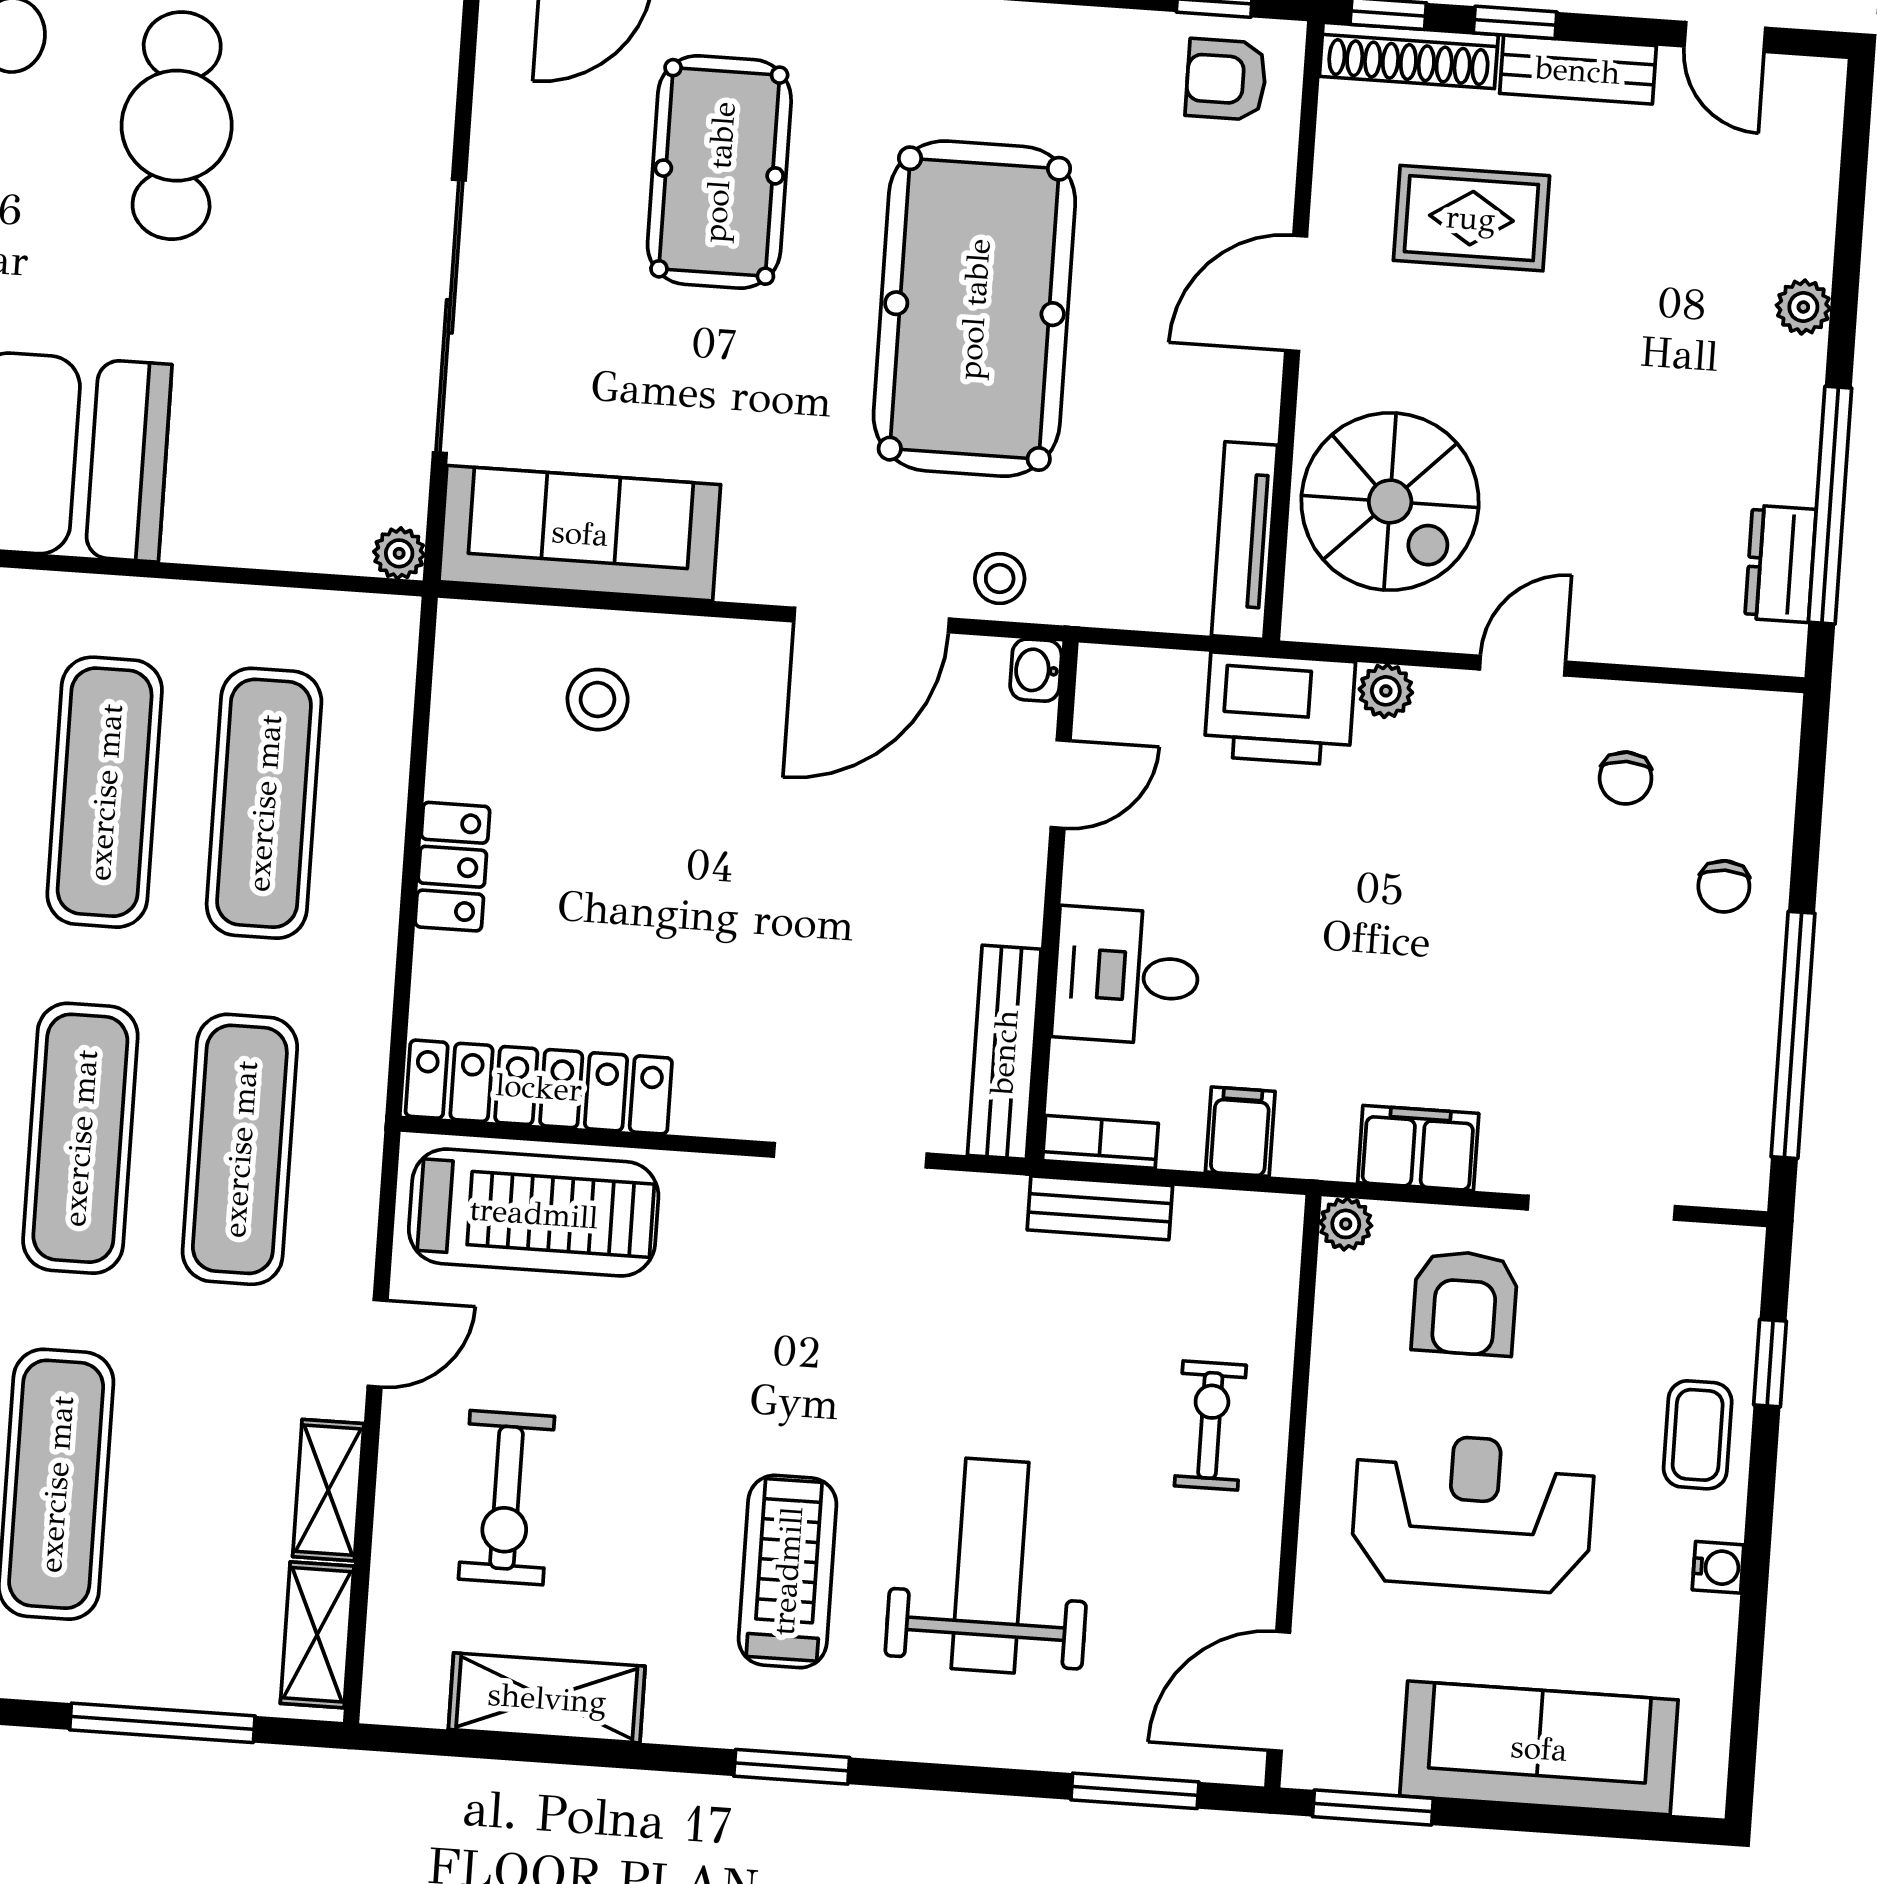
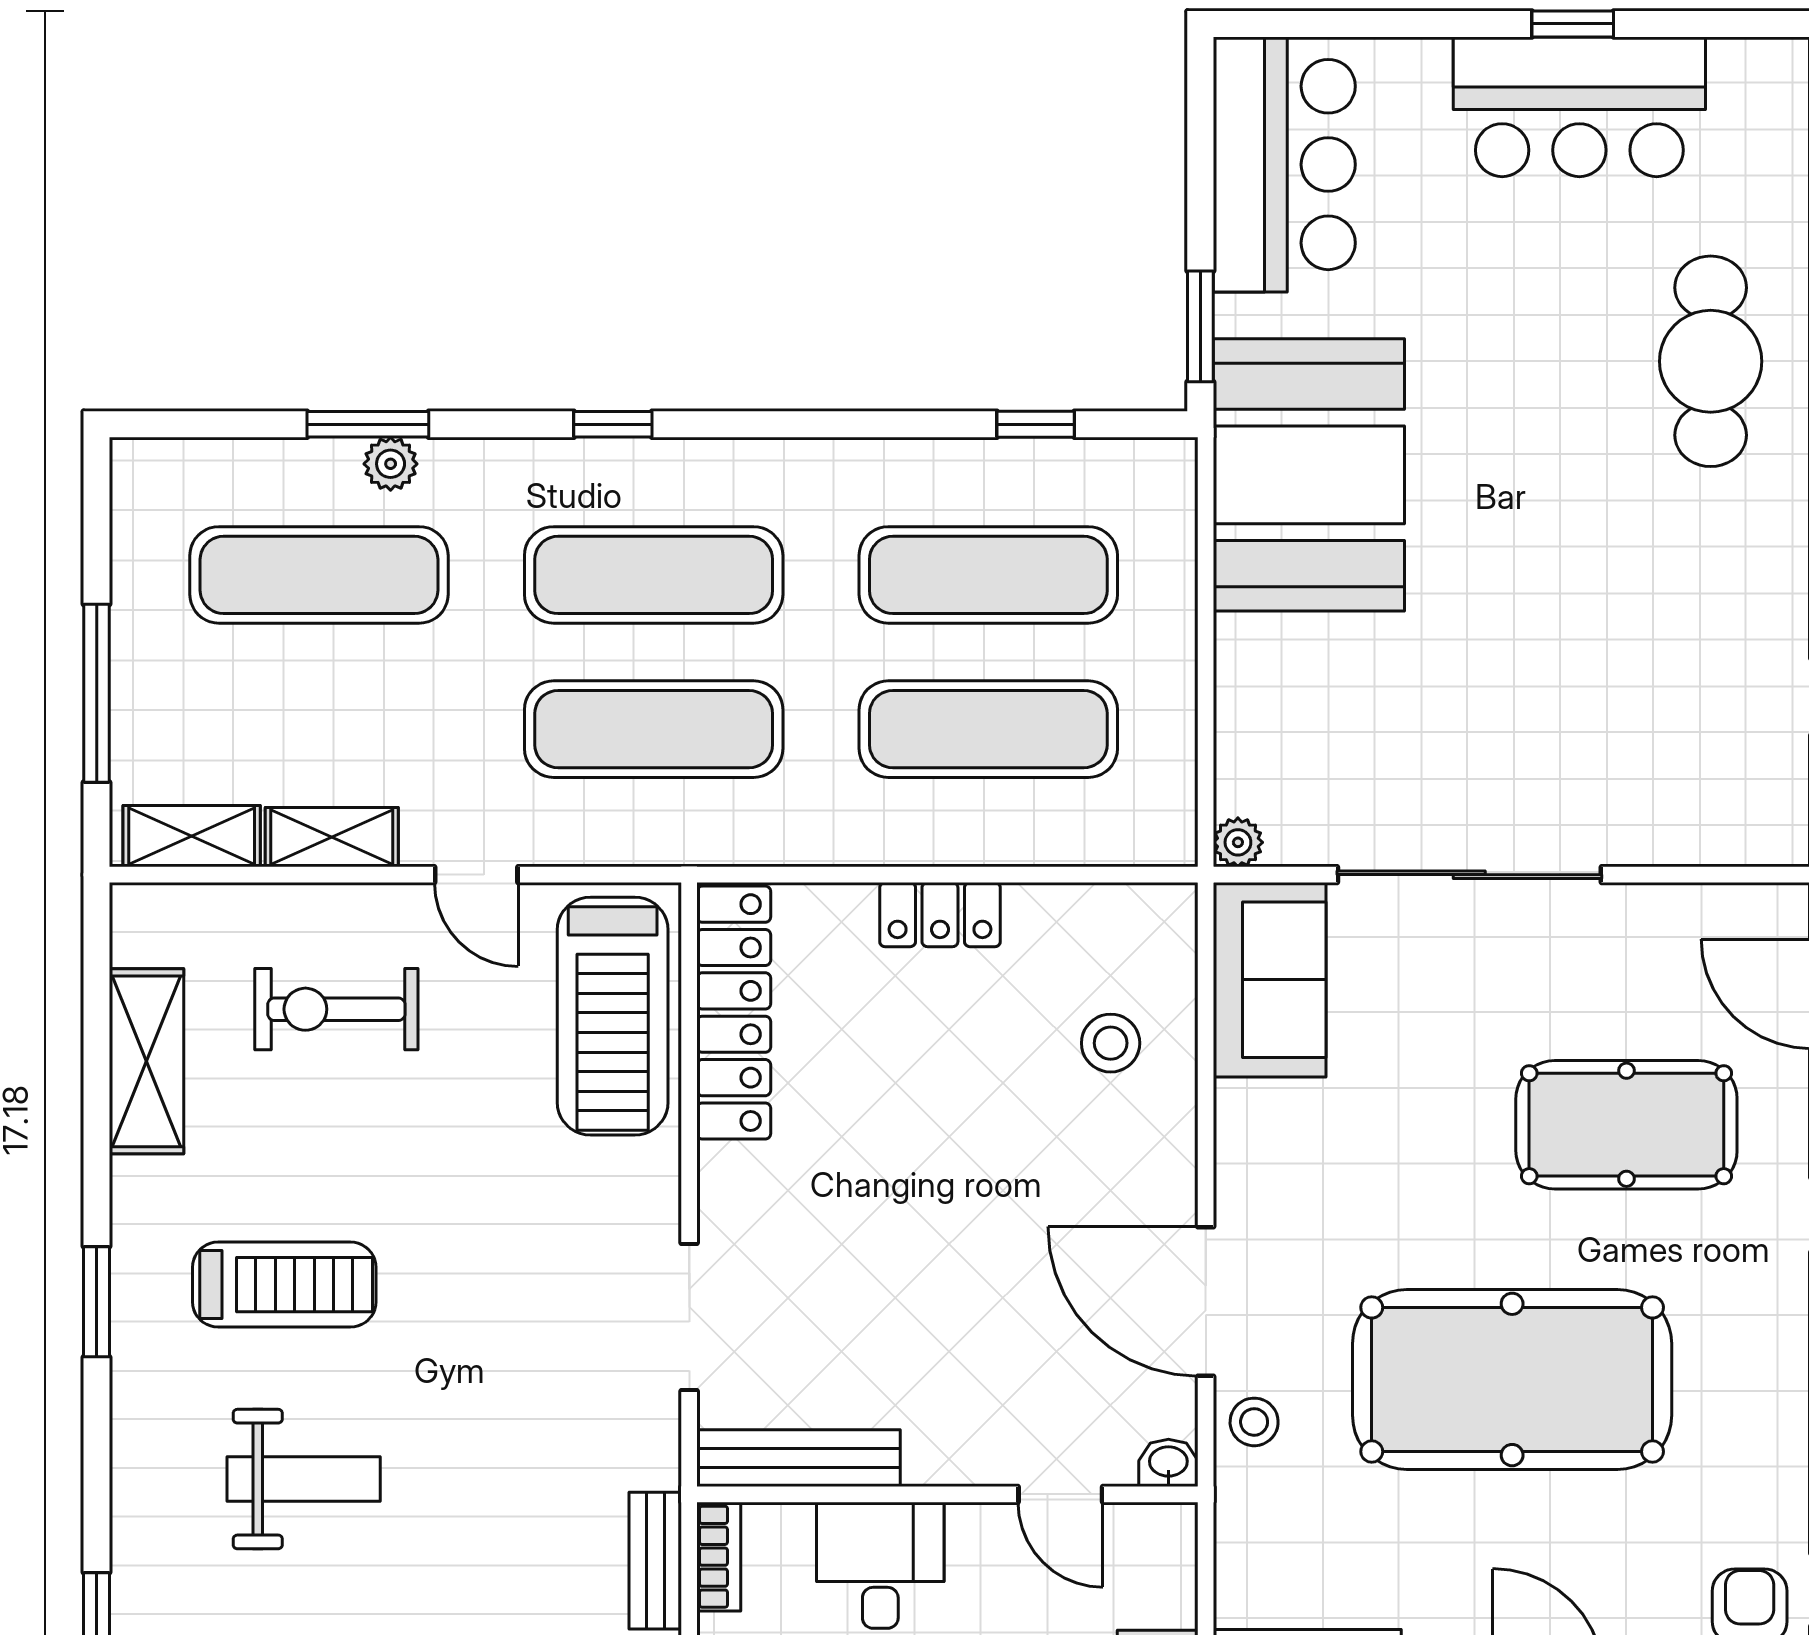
cafe table: (177, 126) -> (1635, 599), removed
sofa: (580, 533) -> (1270, 980), width x0.73
weight bench: (990, 1566) -> (304, 1479), width x0.73, depth x0.75

